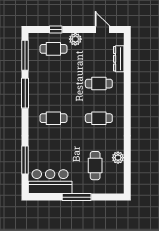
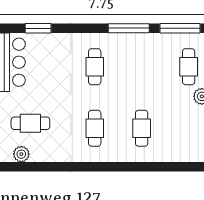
dresser: (119, 59) -> (175, 155), removed
plant: (118, 158) -> (21, 154), moved
window: (25, 160) -> (38, 28), width x0.69

